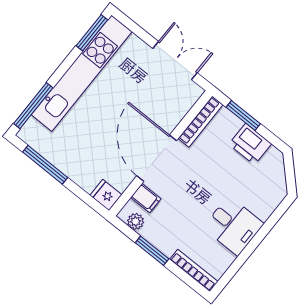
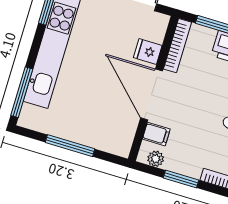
window: (45, 165) -> (70, 146), moved
fridge: (106, 195) -> (148, 51), moved

